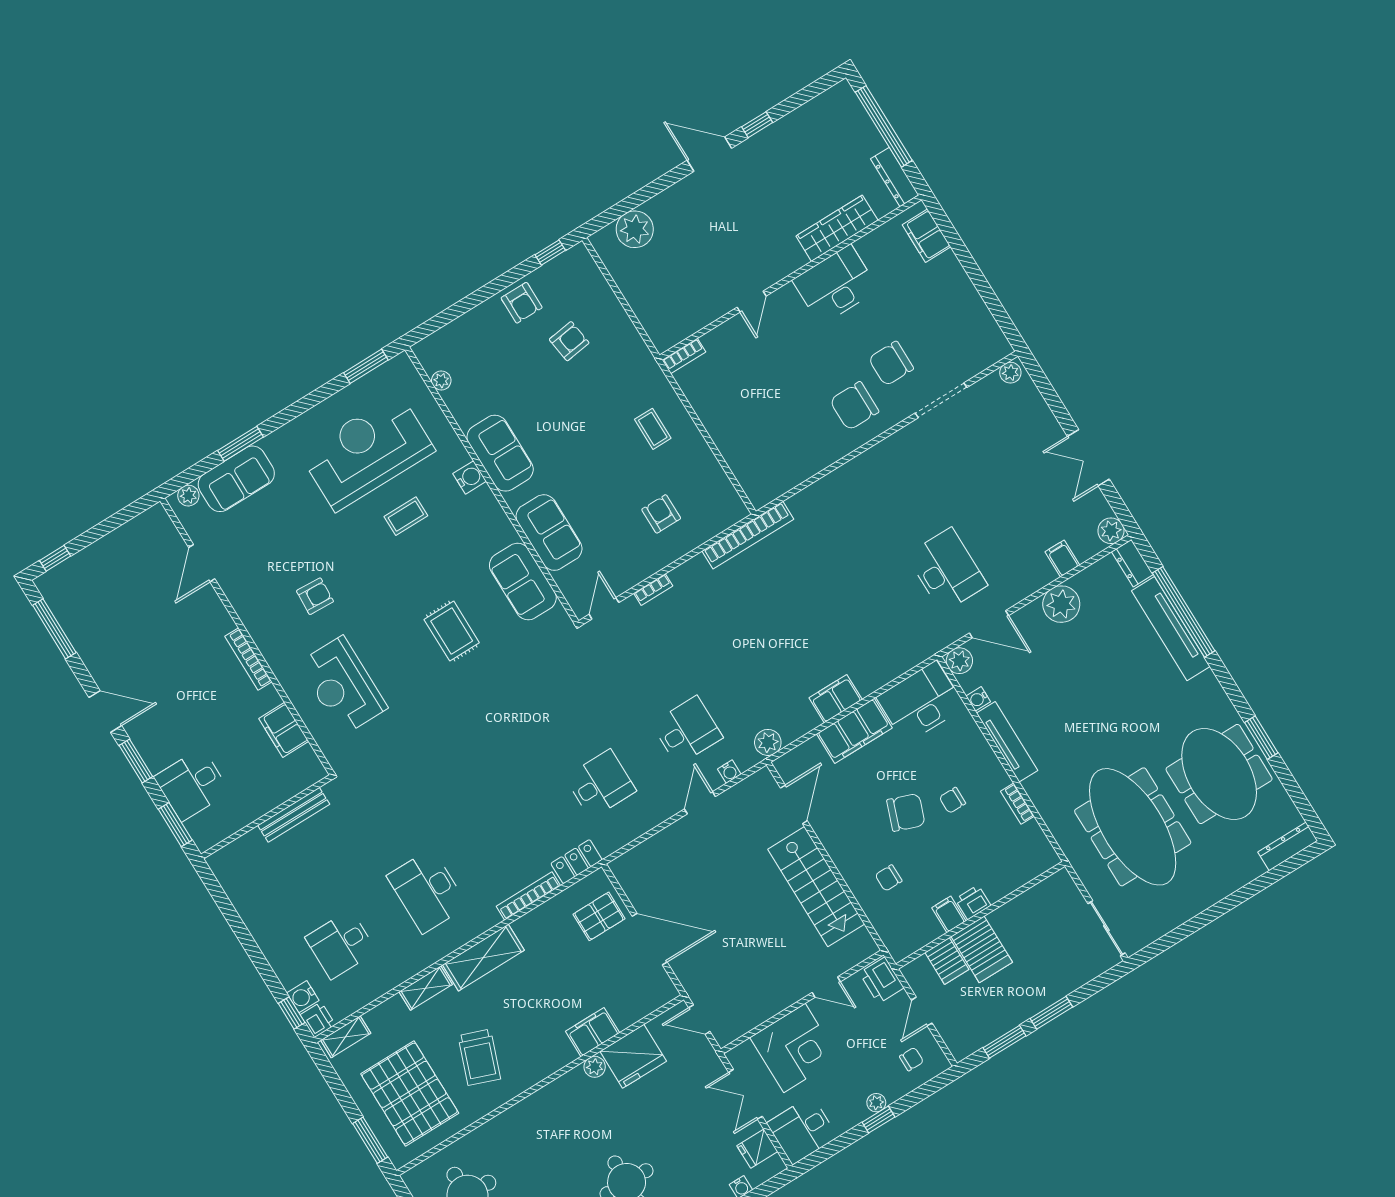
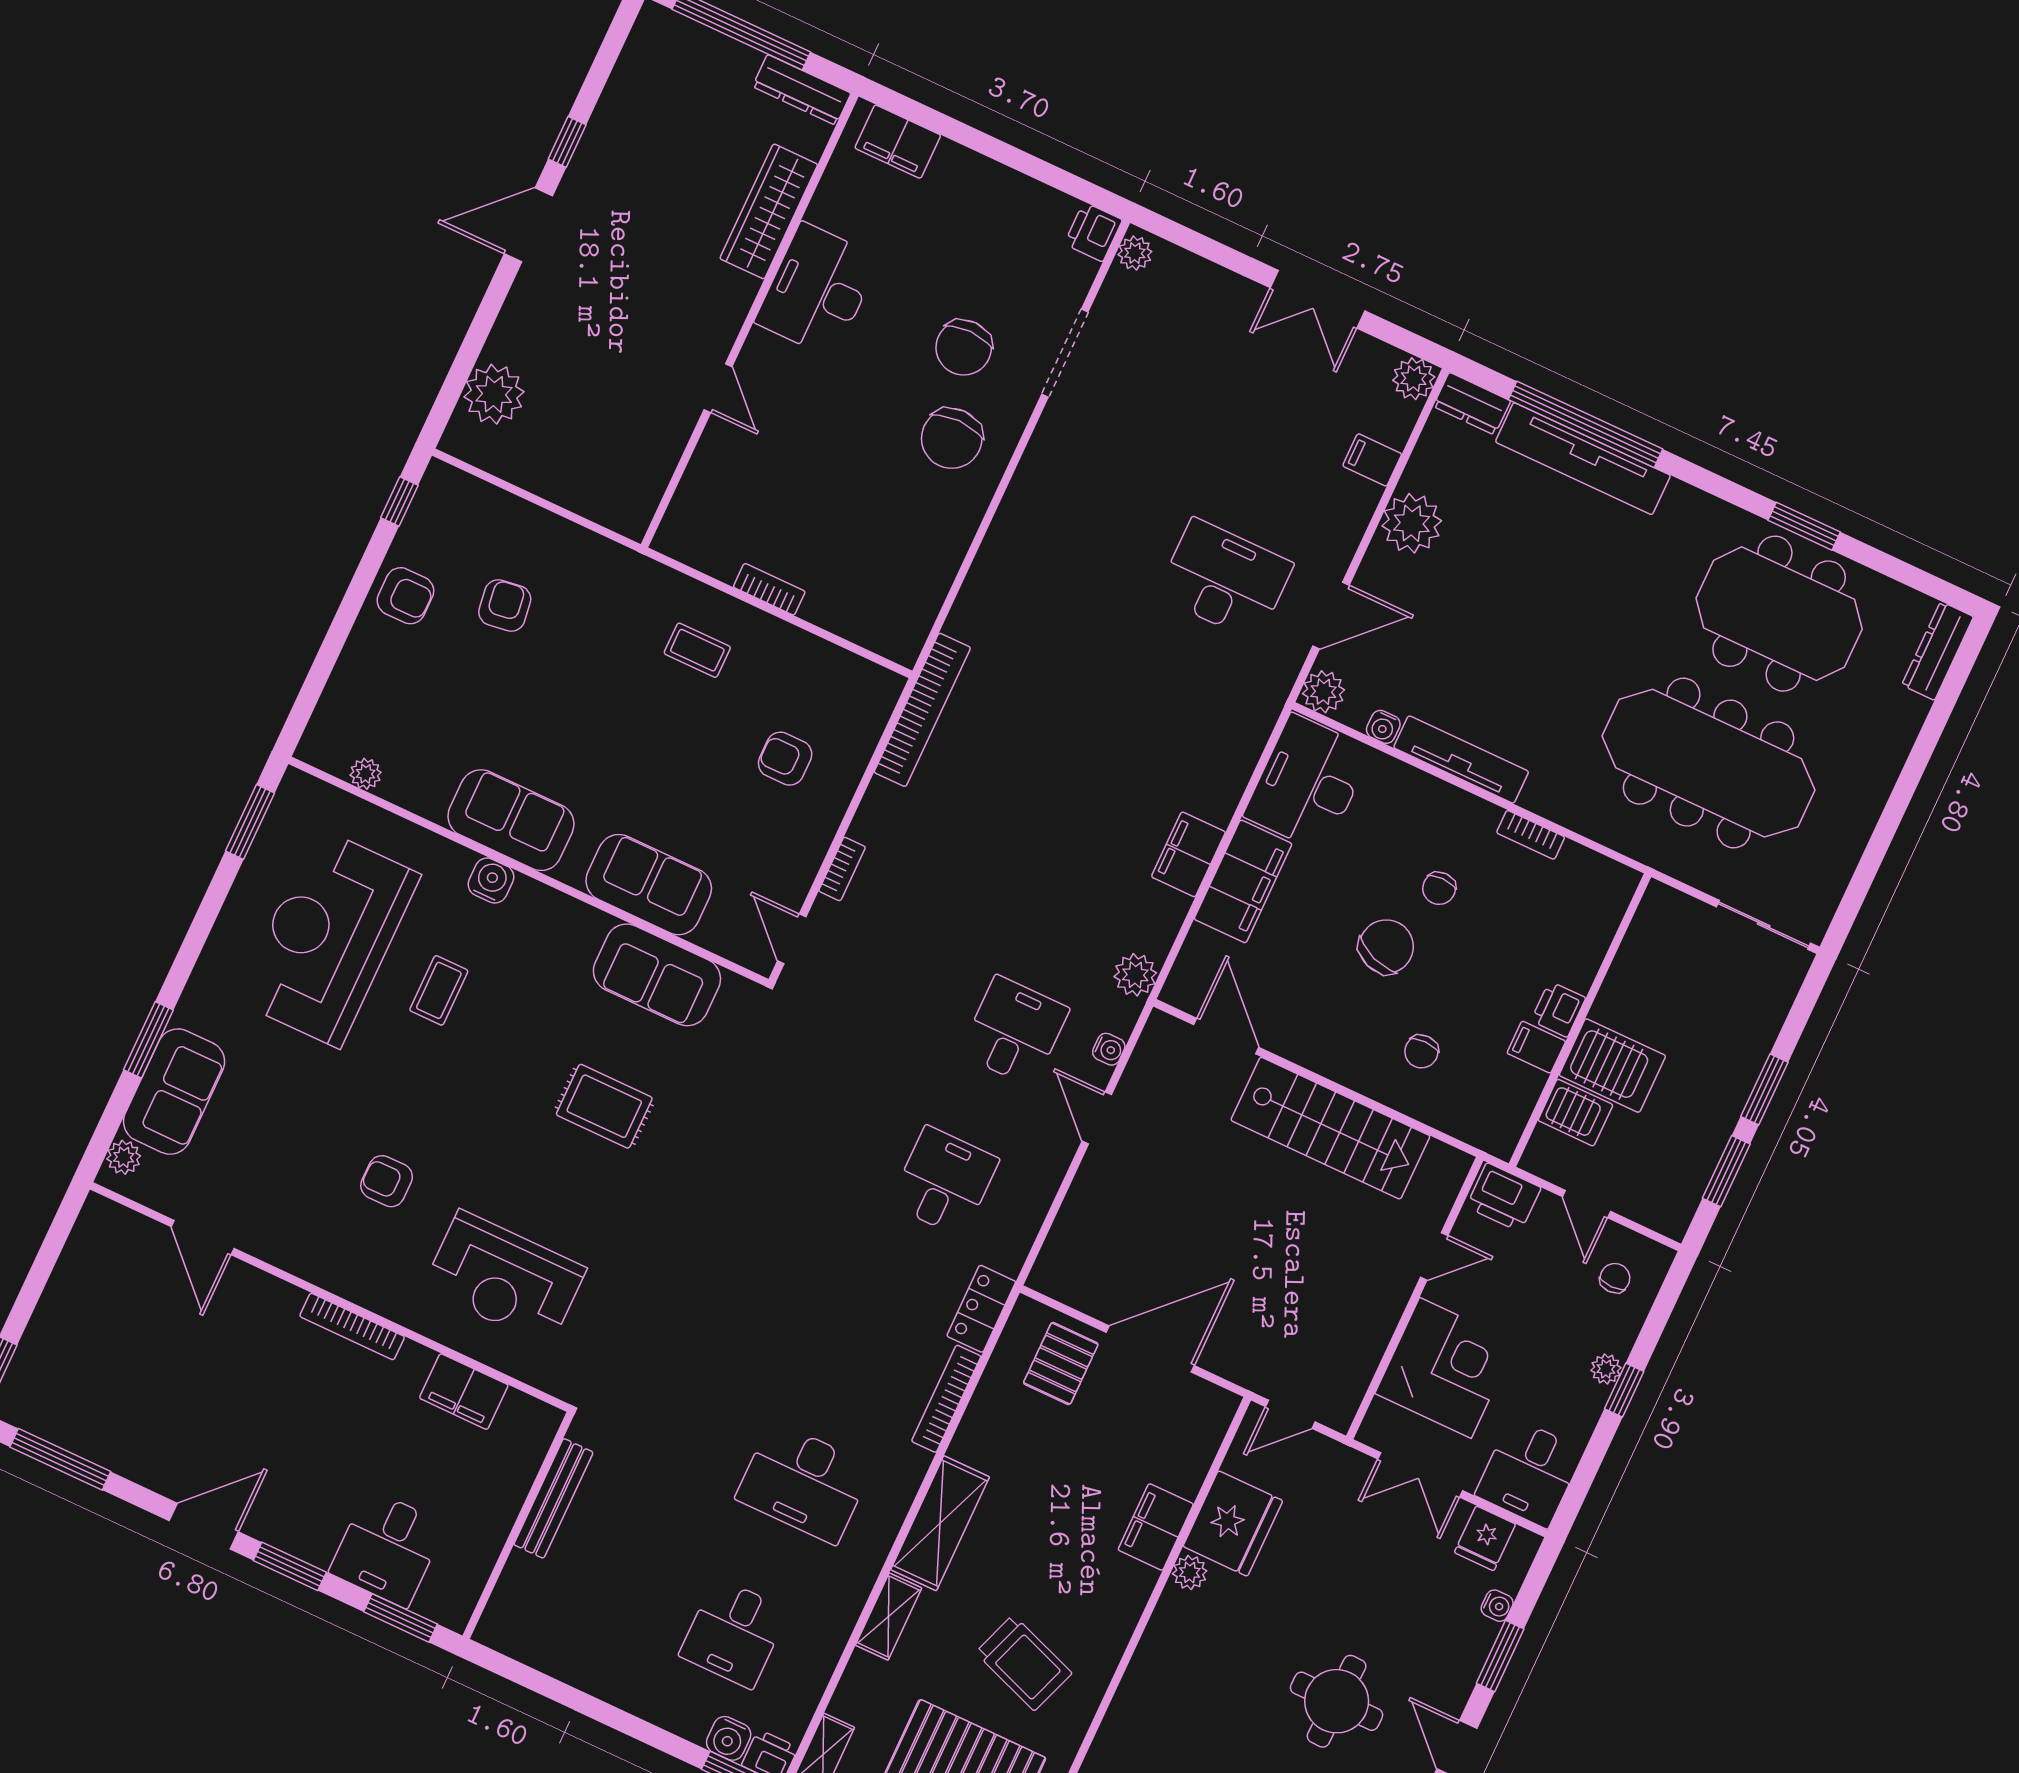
printer: (996, 348) -> (1093, 232), added
bookcase: (684, 356) -> (769, 589), moved, turned -90
armchair: (315, 596) -> (387, 1181), turned -93

